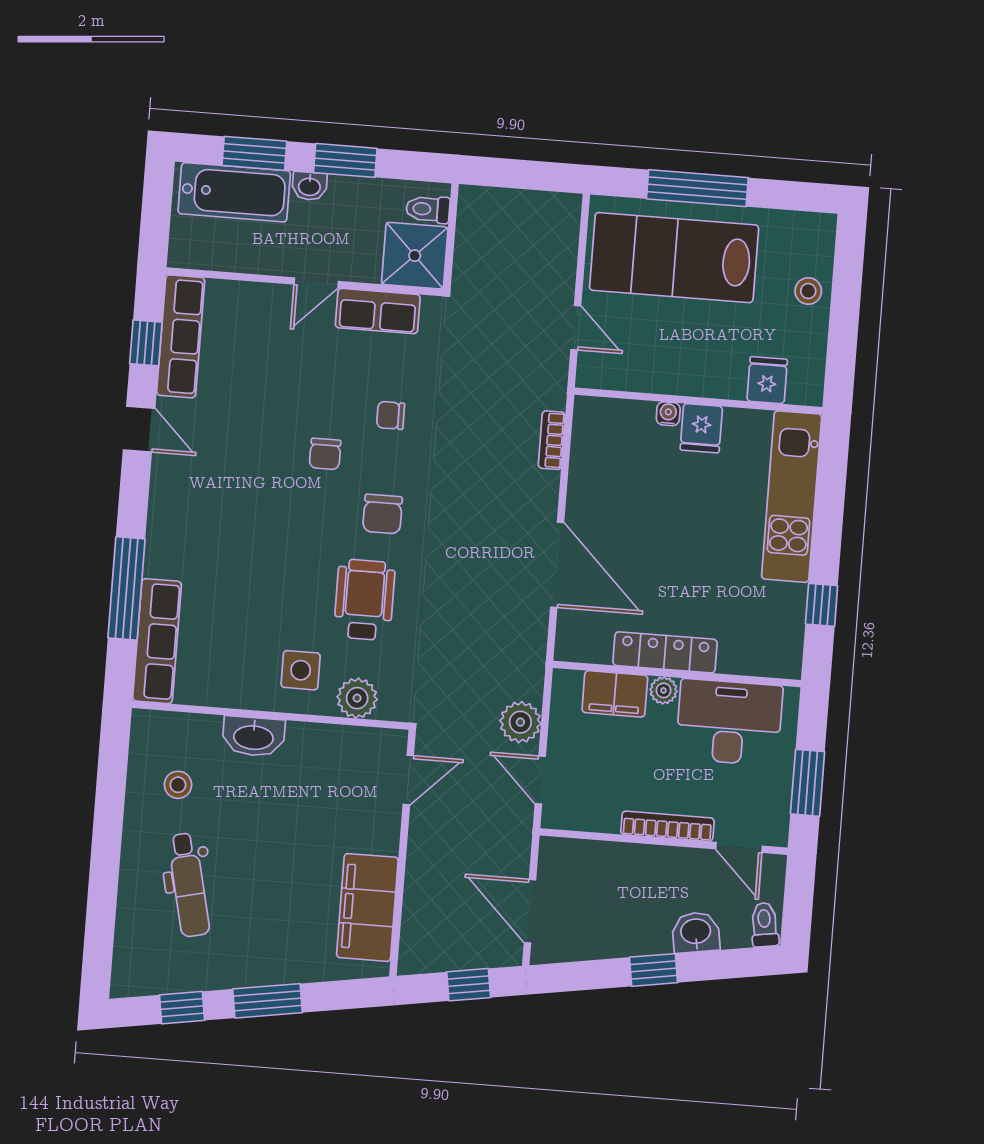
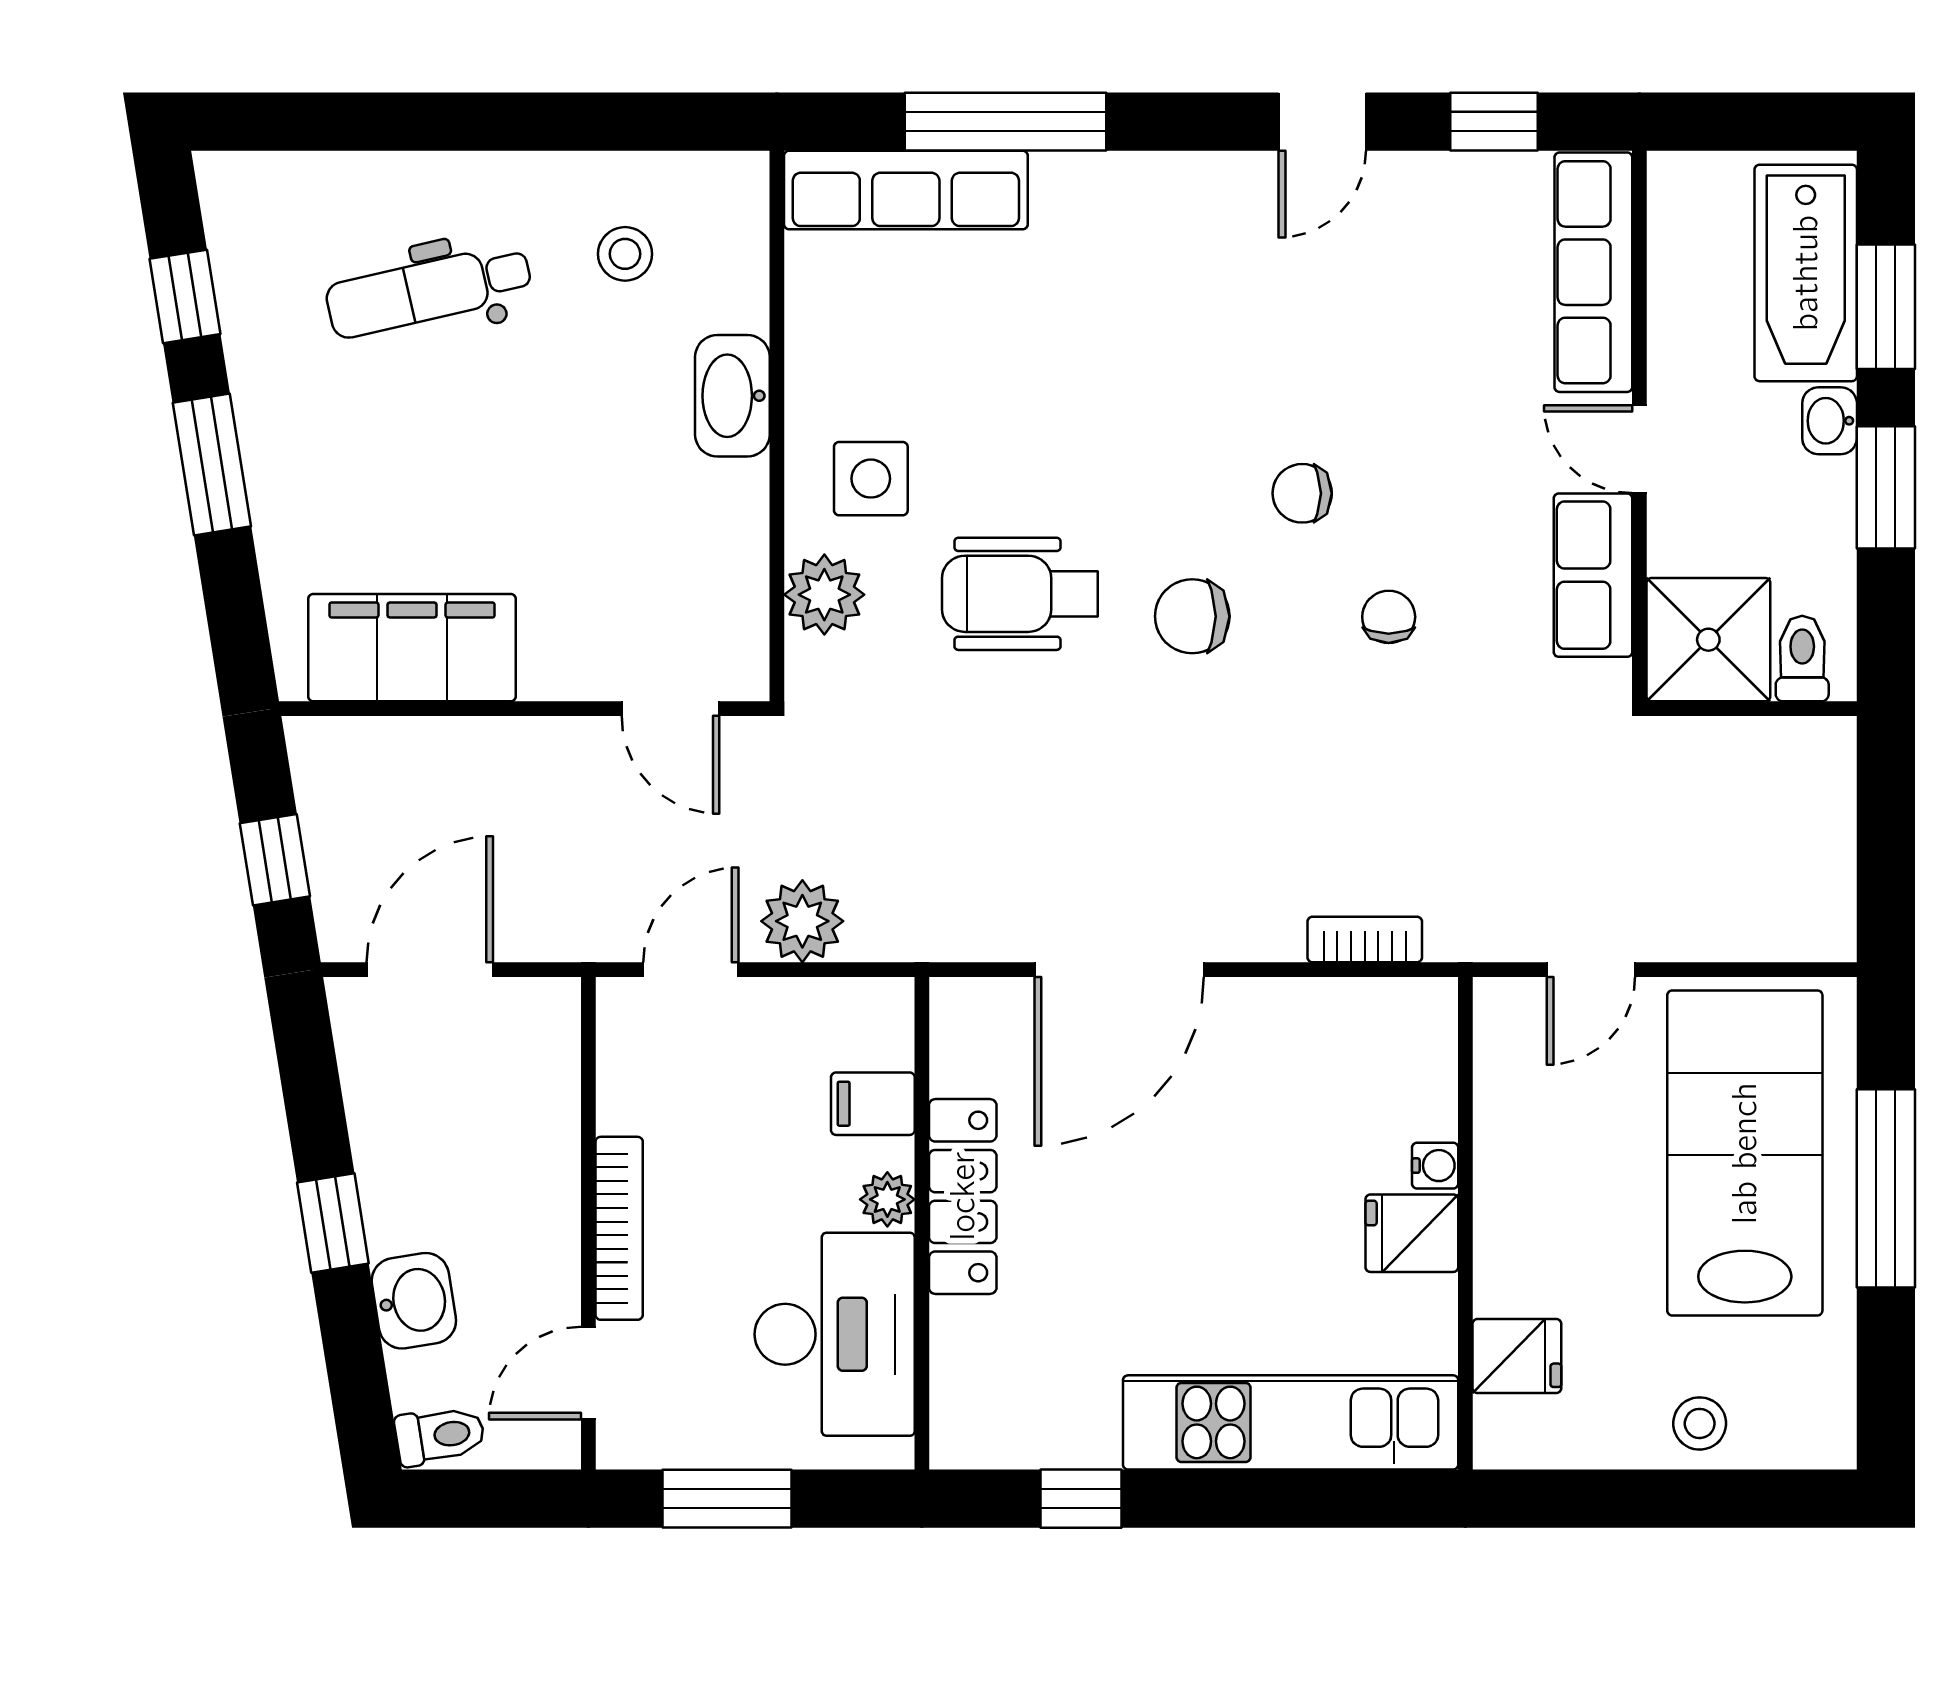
row of seats: (181, 336) -> (1593, 272), moved, turned 90
wheelchair: (364, 600) -> (1020, 594), turned 180
filing cabinet: (615, 694) -> (873, 1104), width x0.50

